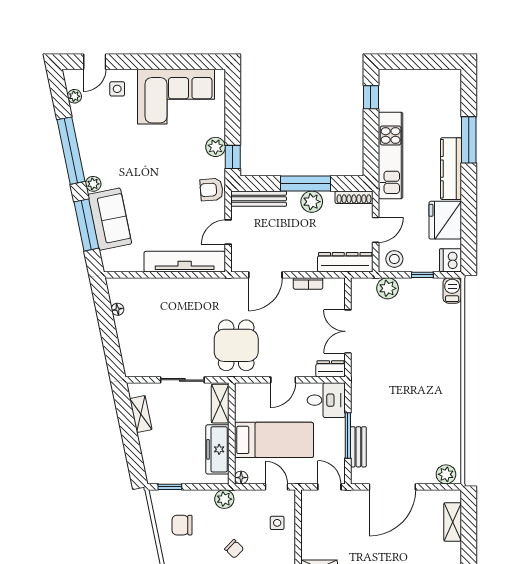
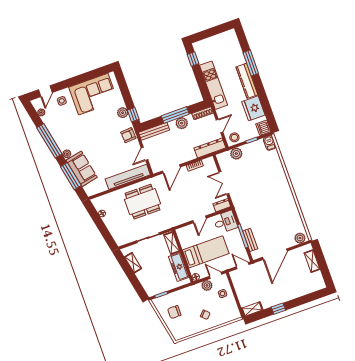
dining table: (236, 345) -> (142, 202), moved, width x1.37
plant: (224, 499) -> (207, 285), moved

